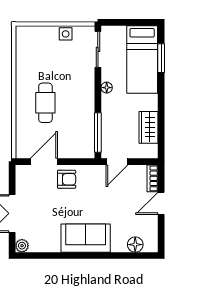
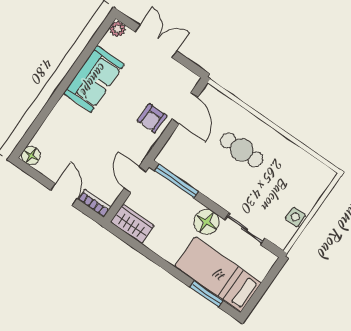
sliding door: (98, 49) -> (245, 229), moved
floor lamp: (107, 88) -> (207, 222), width x1.89, depth x1.89
wardrobe: (148, 127) -> (132, 224), moved
sofa: (86, 238) -> (94, 79), moved
floor lamp: (135, 245) -> (31, 156), moved

